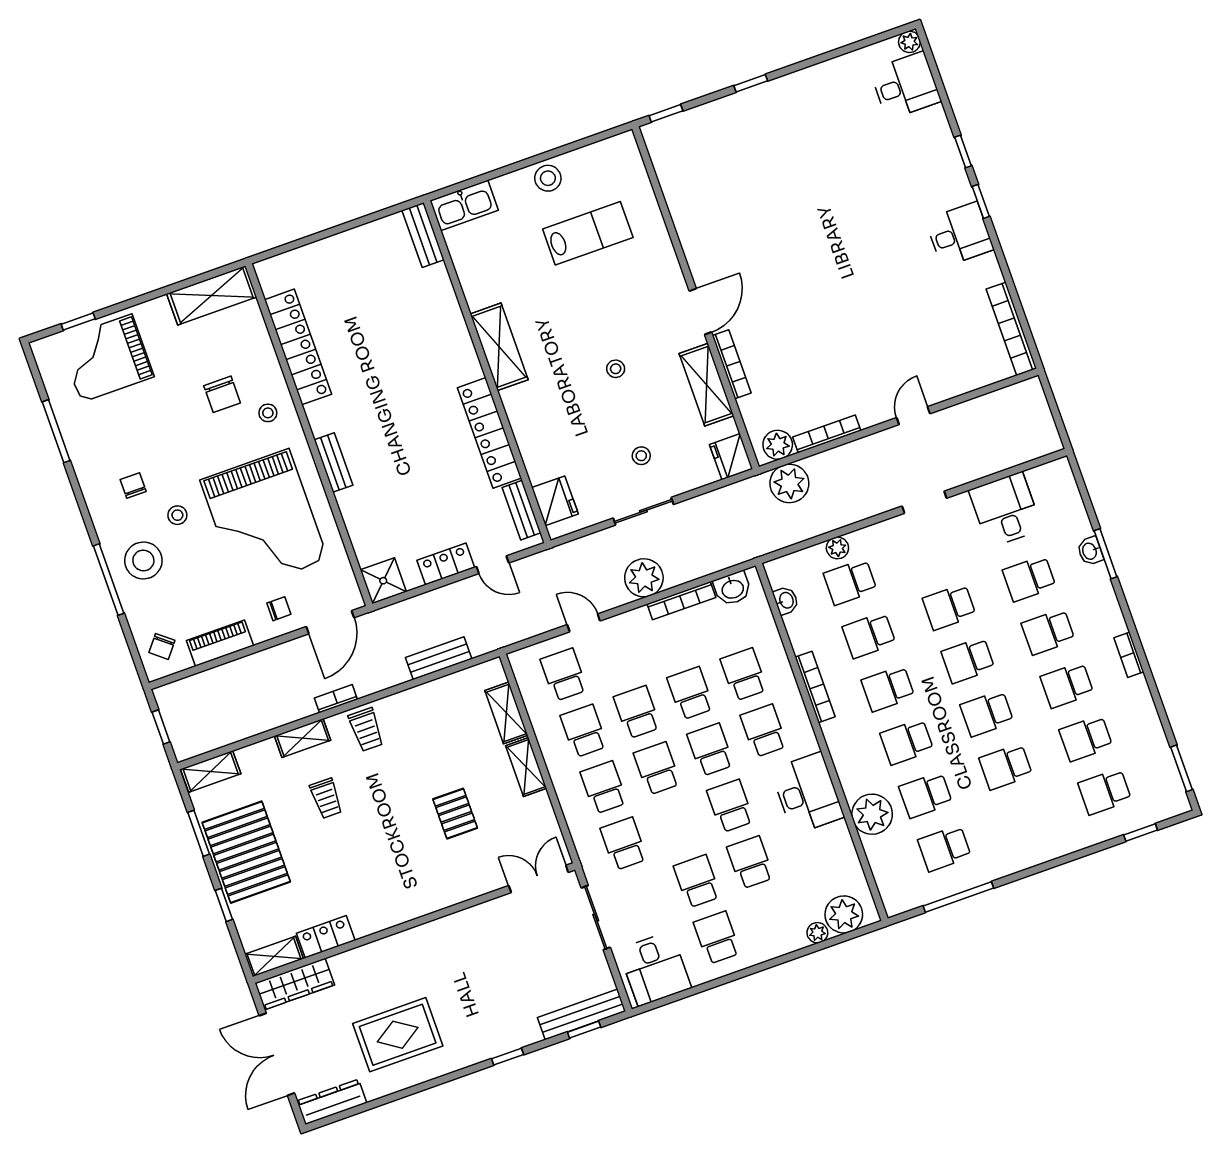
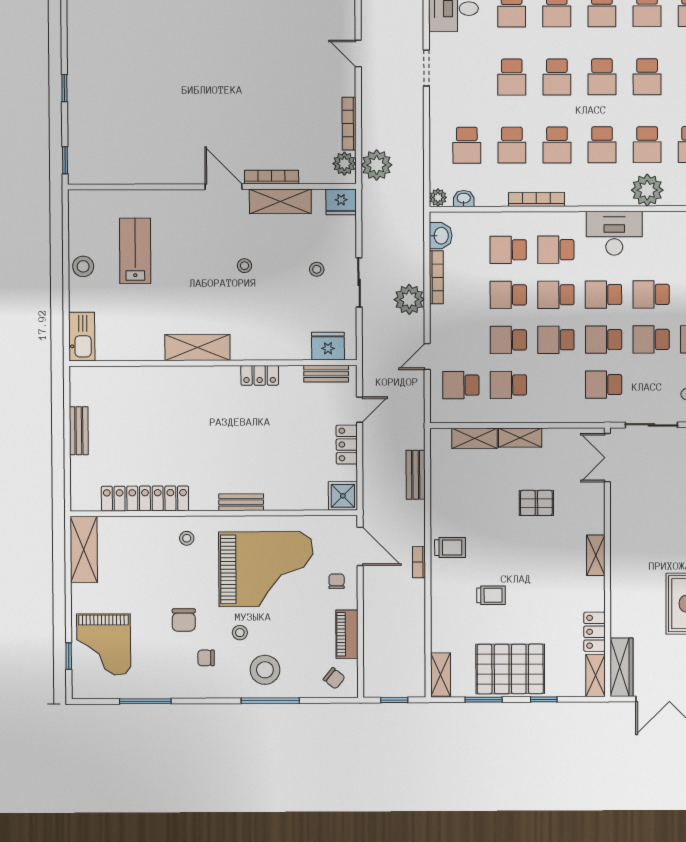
bench: (423, 235) -> (79, 431), moved, turned 90
chair: (222, 394) -> (184, 620), moved, turned 90
locker: (489, 433) -> (260, 375), width x0.46, depth x0.83
plant: (837, 548) -> (438, 197), moved
shelving: (303, 738) -> (596, 555), moved
school desk: (604, 787) -> (604, 340), moved

